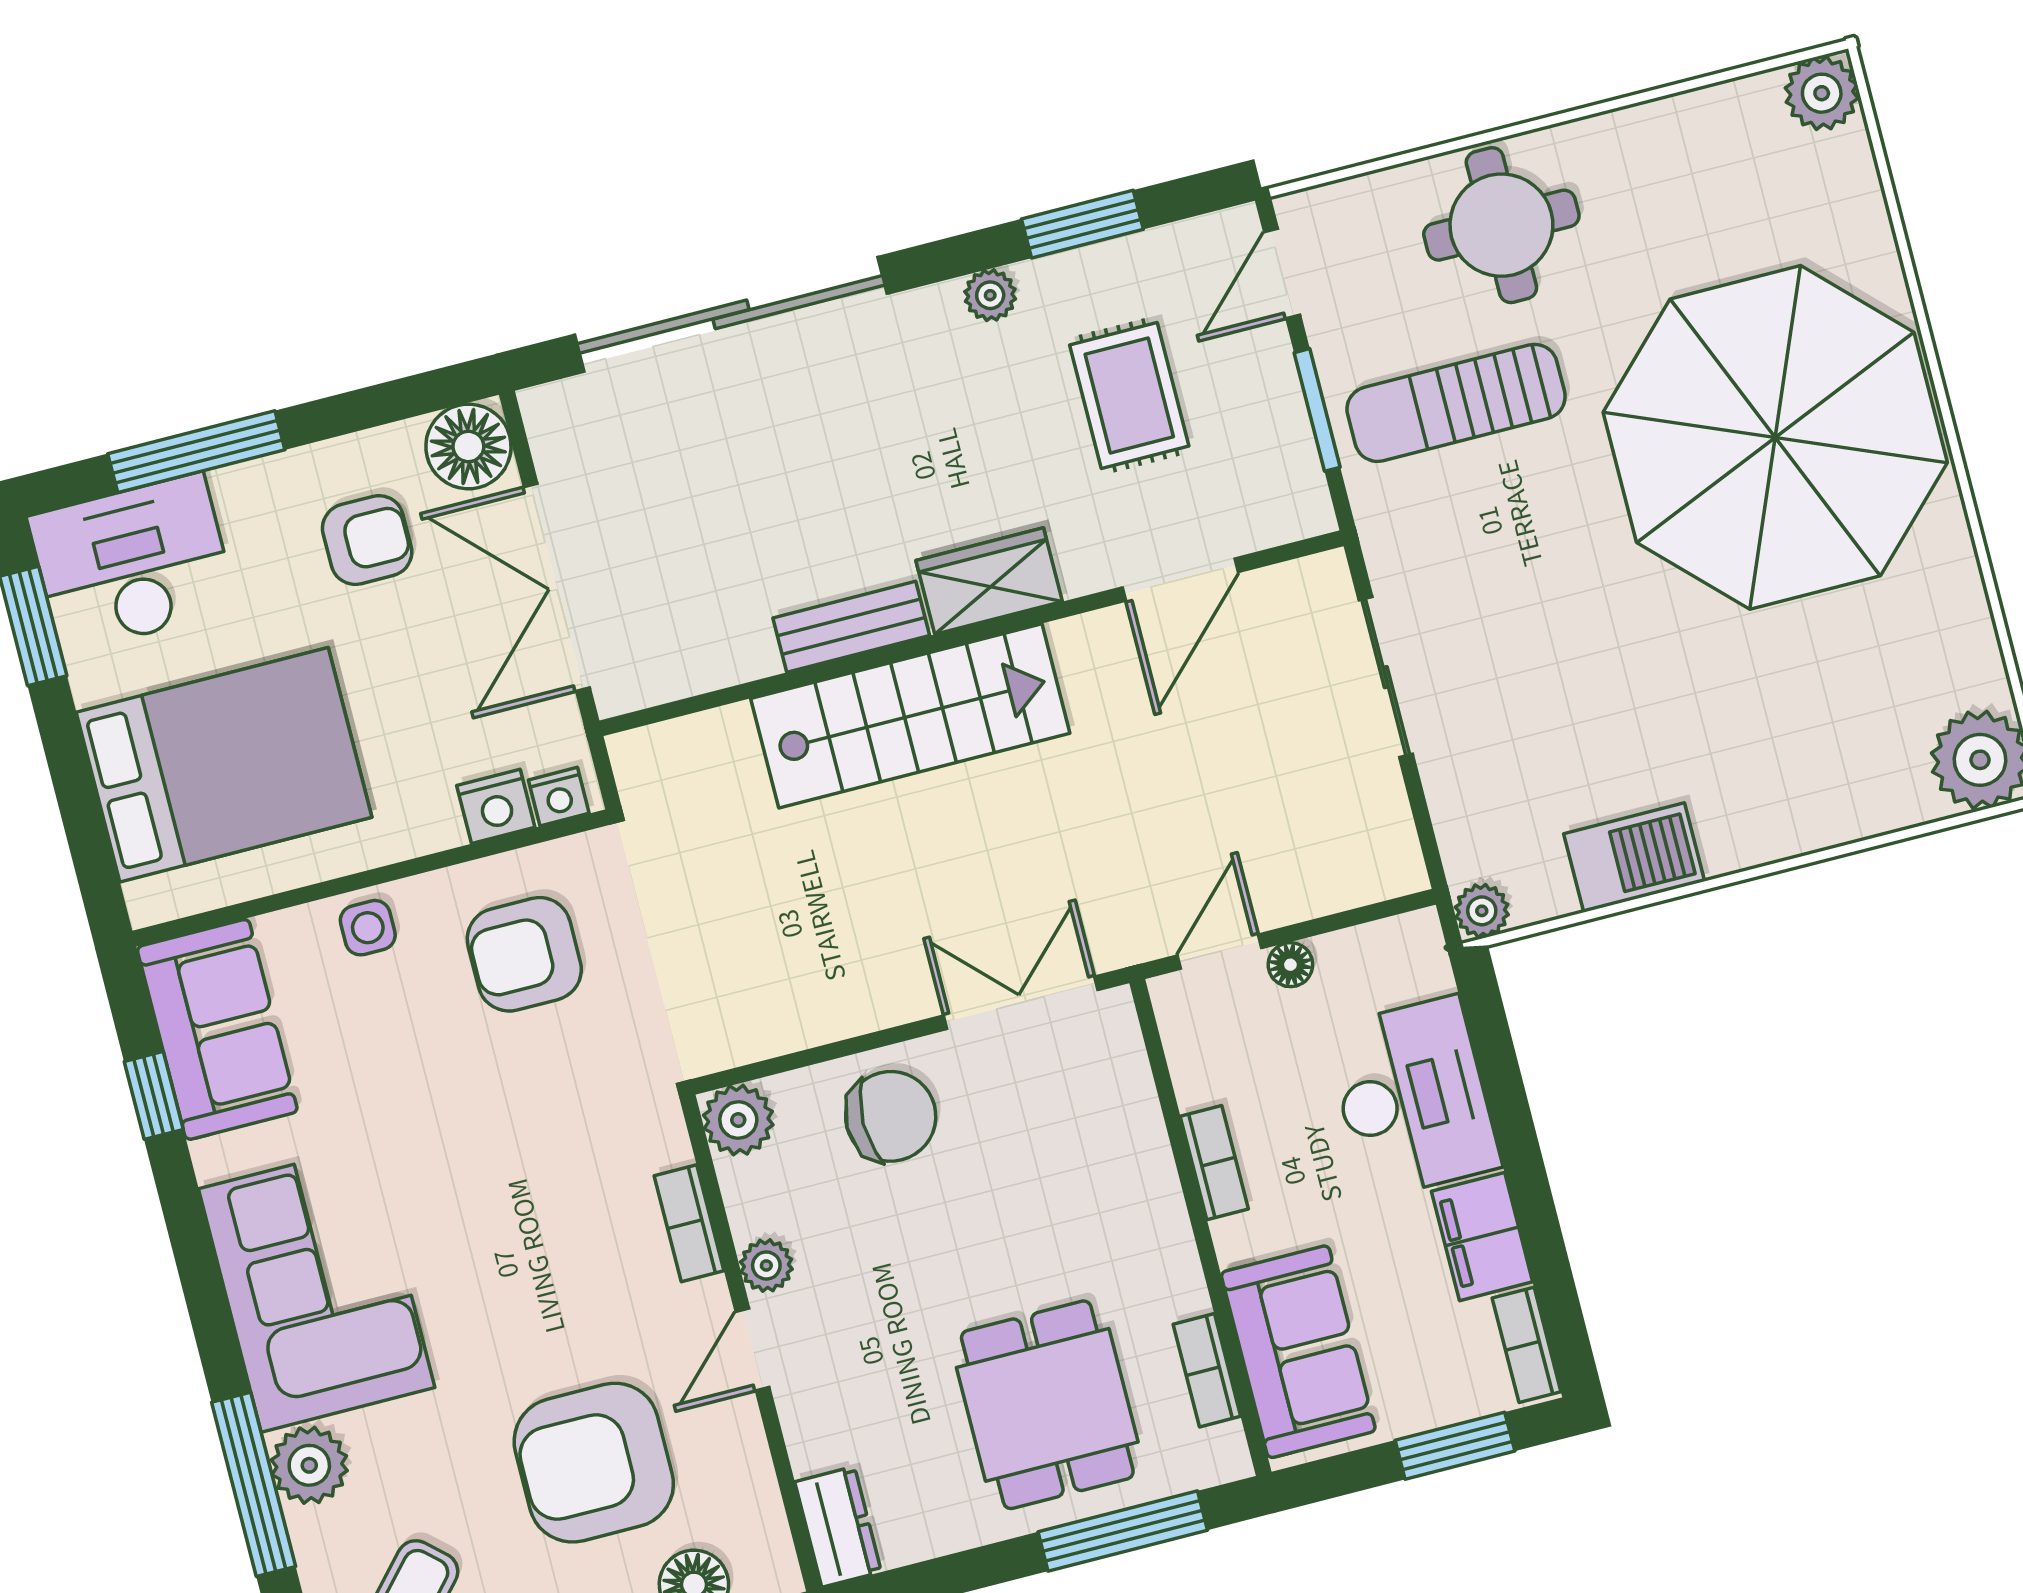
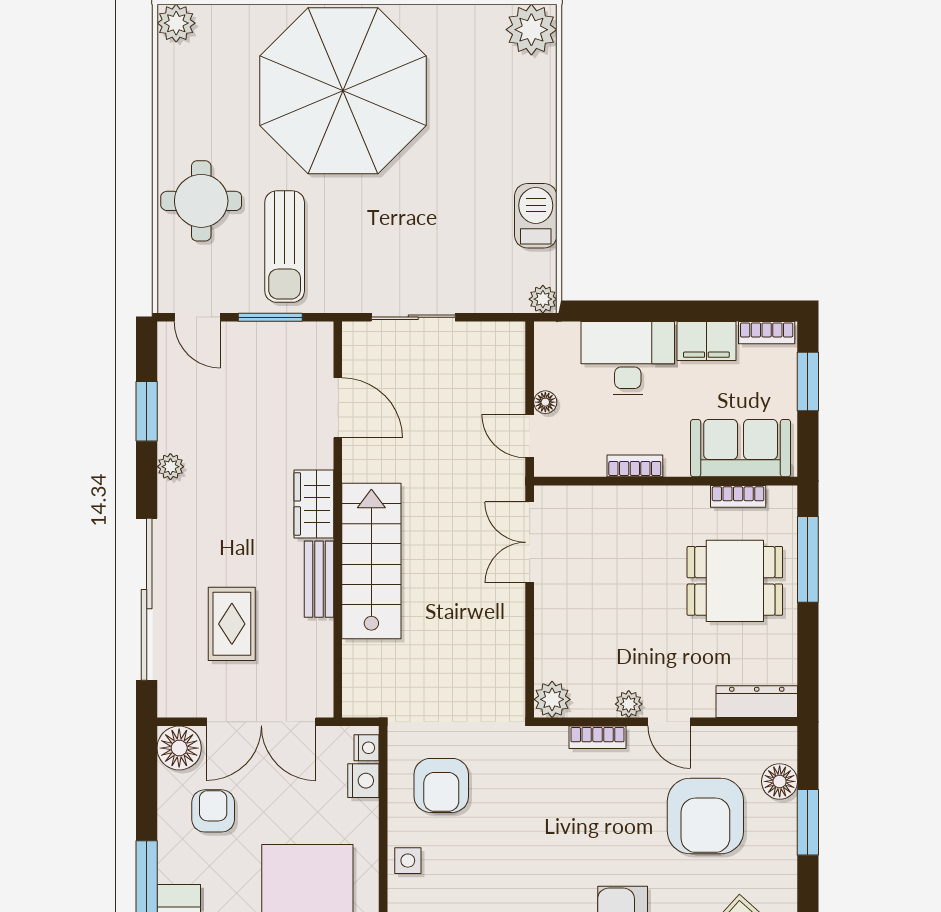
rug: (1129, 395) -> (232, 624), moved, turned 90
chair: (891, 1116) -> (570, 622), removed
dresser: (838, 1527) -> (757, 702), width x1.44

